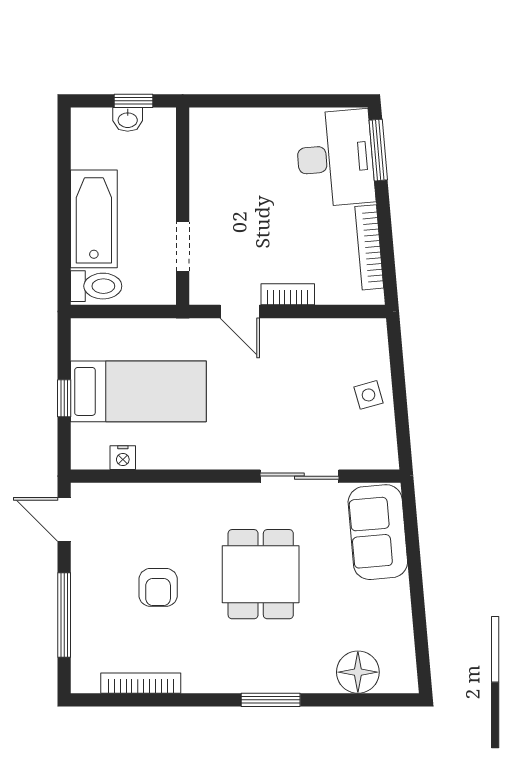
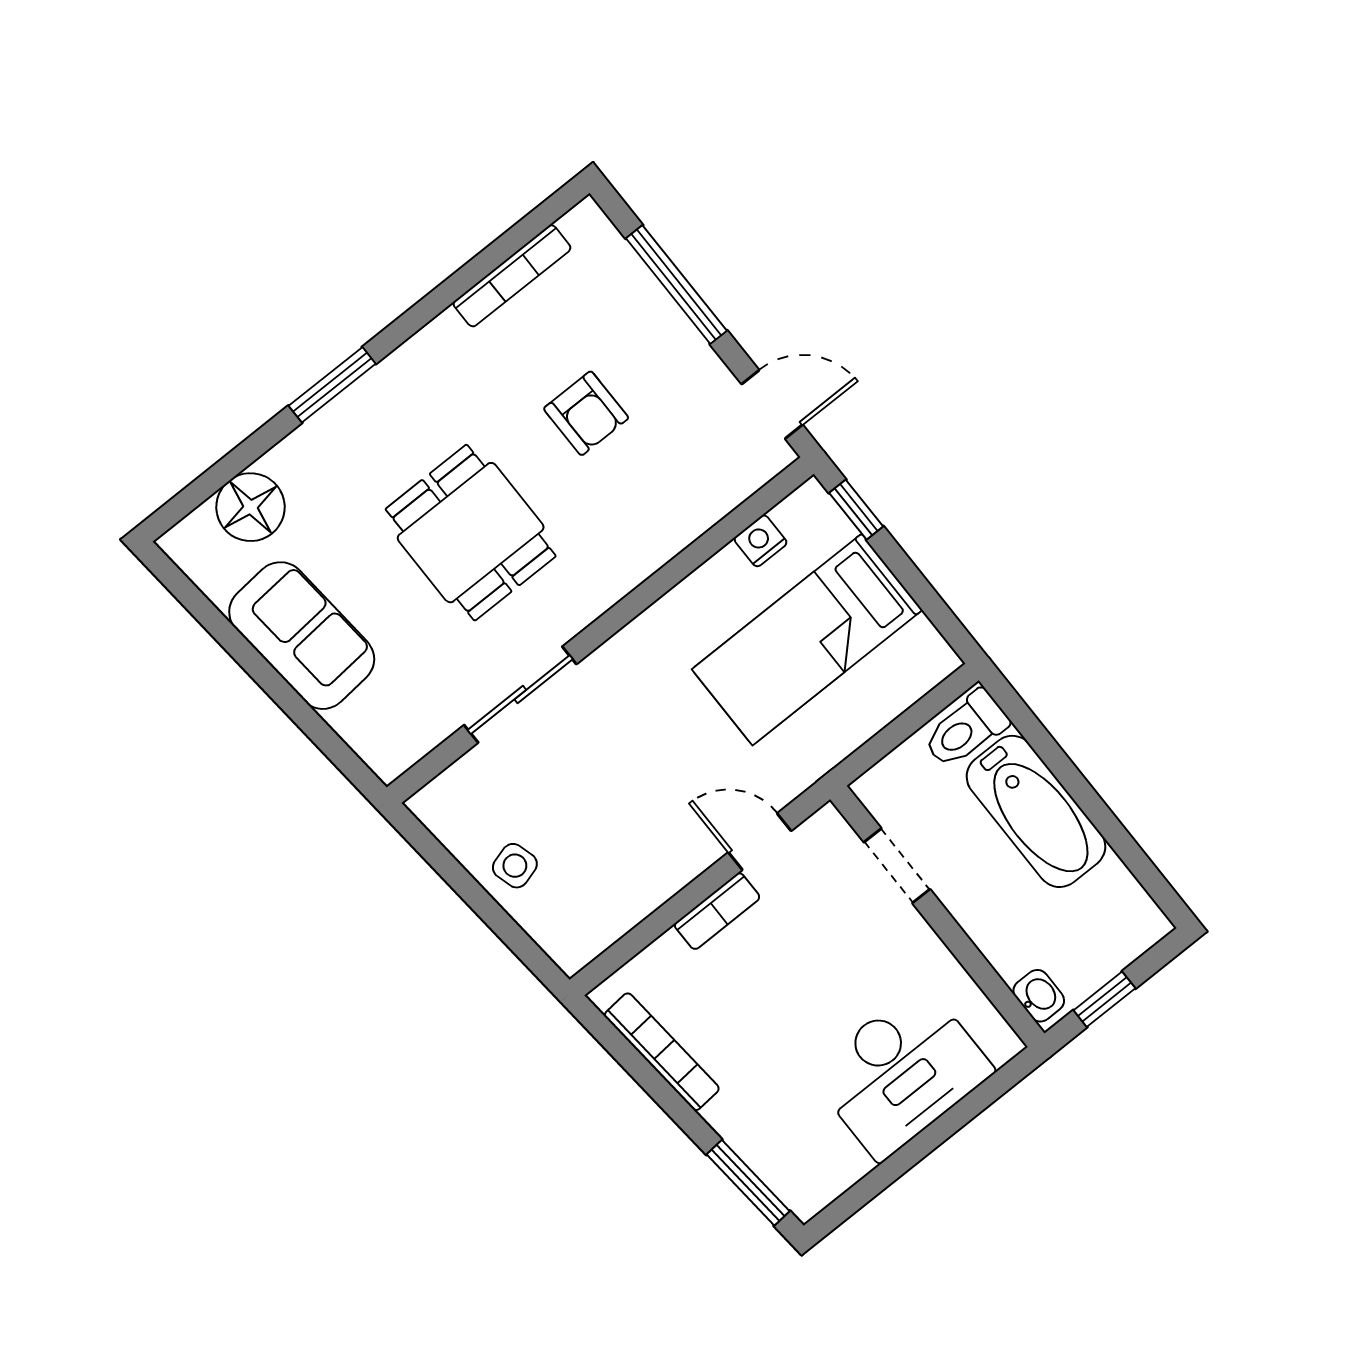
washbasin: (128, 119) -> (1039, 996), moved, turned 90
desk: (335, 158) -> (901, 1072), moved, turned -85
window: (64, 398) -> (856, 510), moved
sofa: (378, 532) -> (302, 636), moved
armchair: (158, 587) -> (586, 413), turned 180

